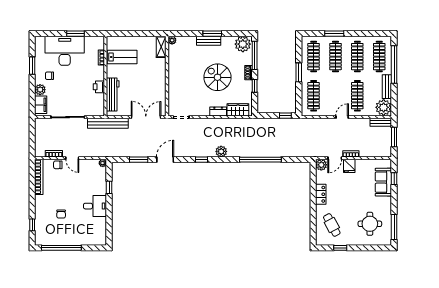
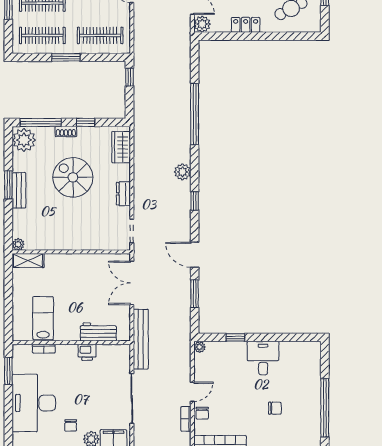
window: (76, 34) -> (8, 371), moved
spiral stairs: (217, 77) -> (73, 177), turned 90
workbench: (113, 94) -> (98, 332), width x0.73
dresser: (218, 111) -> (123, 194), moved

